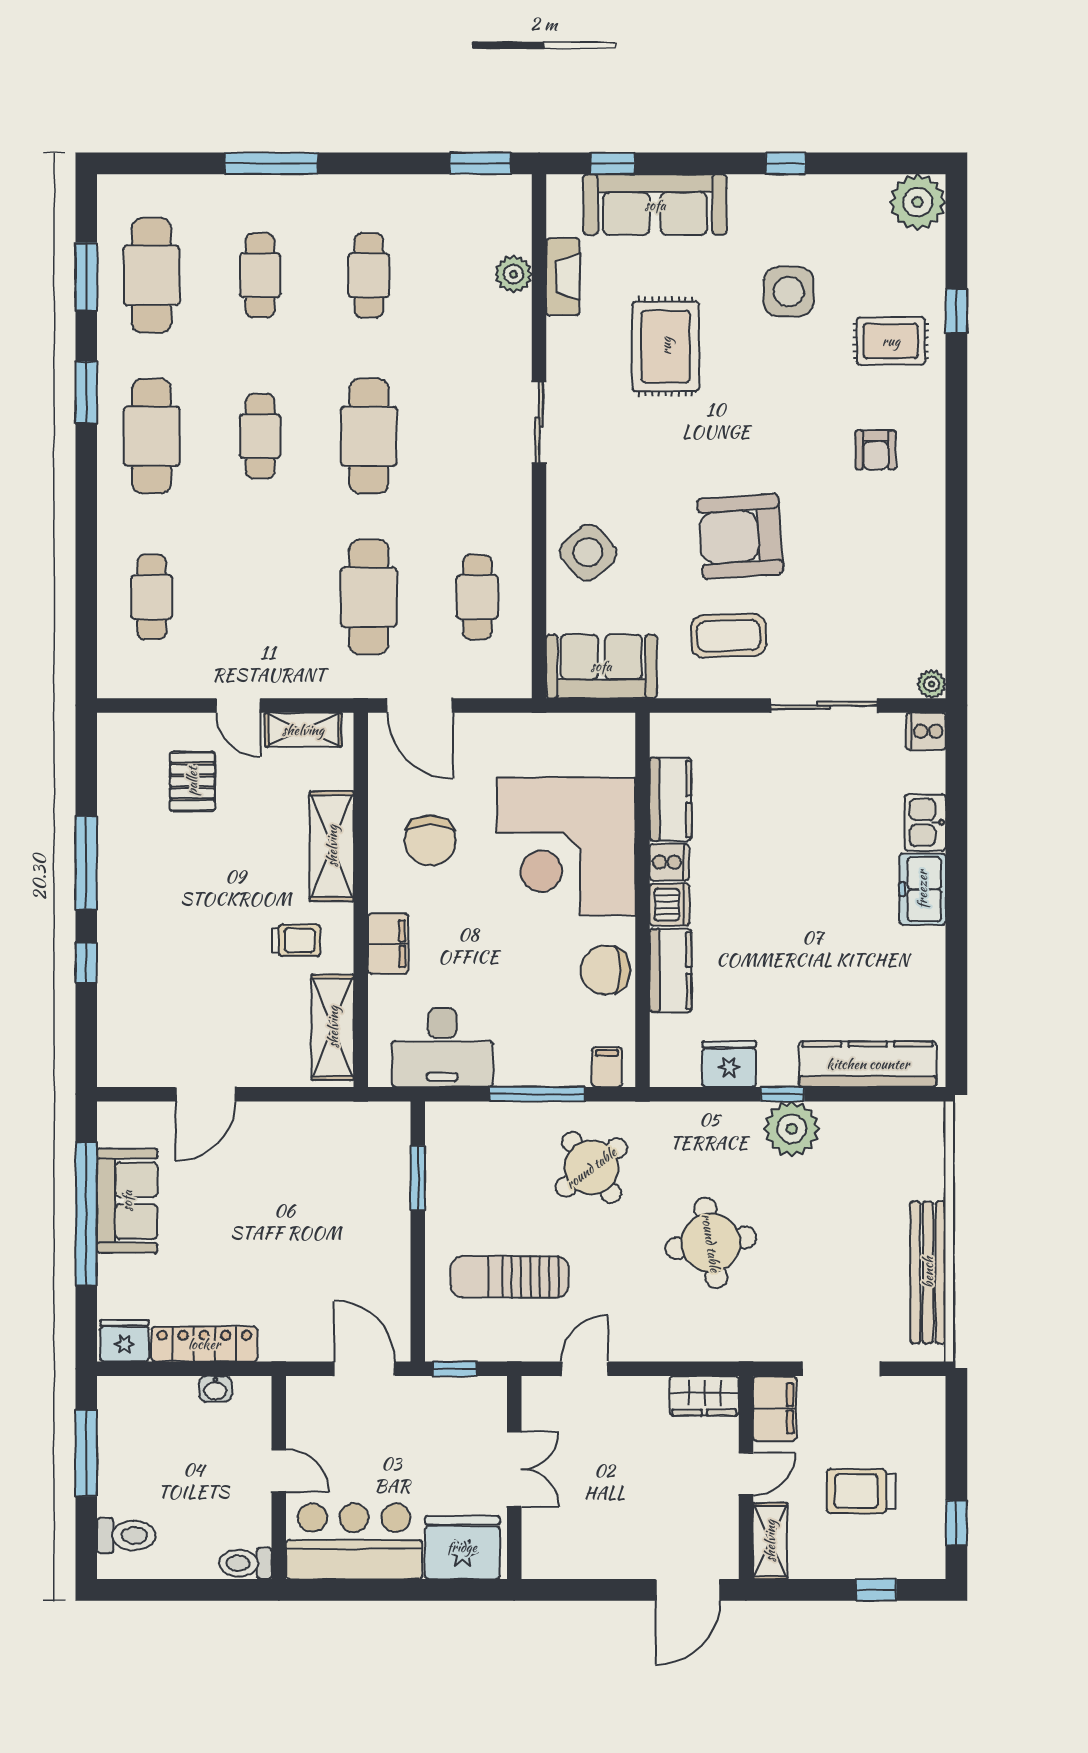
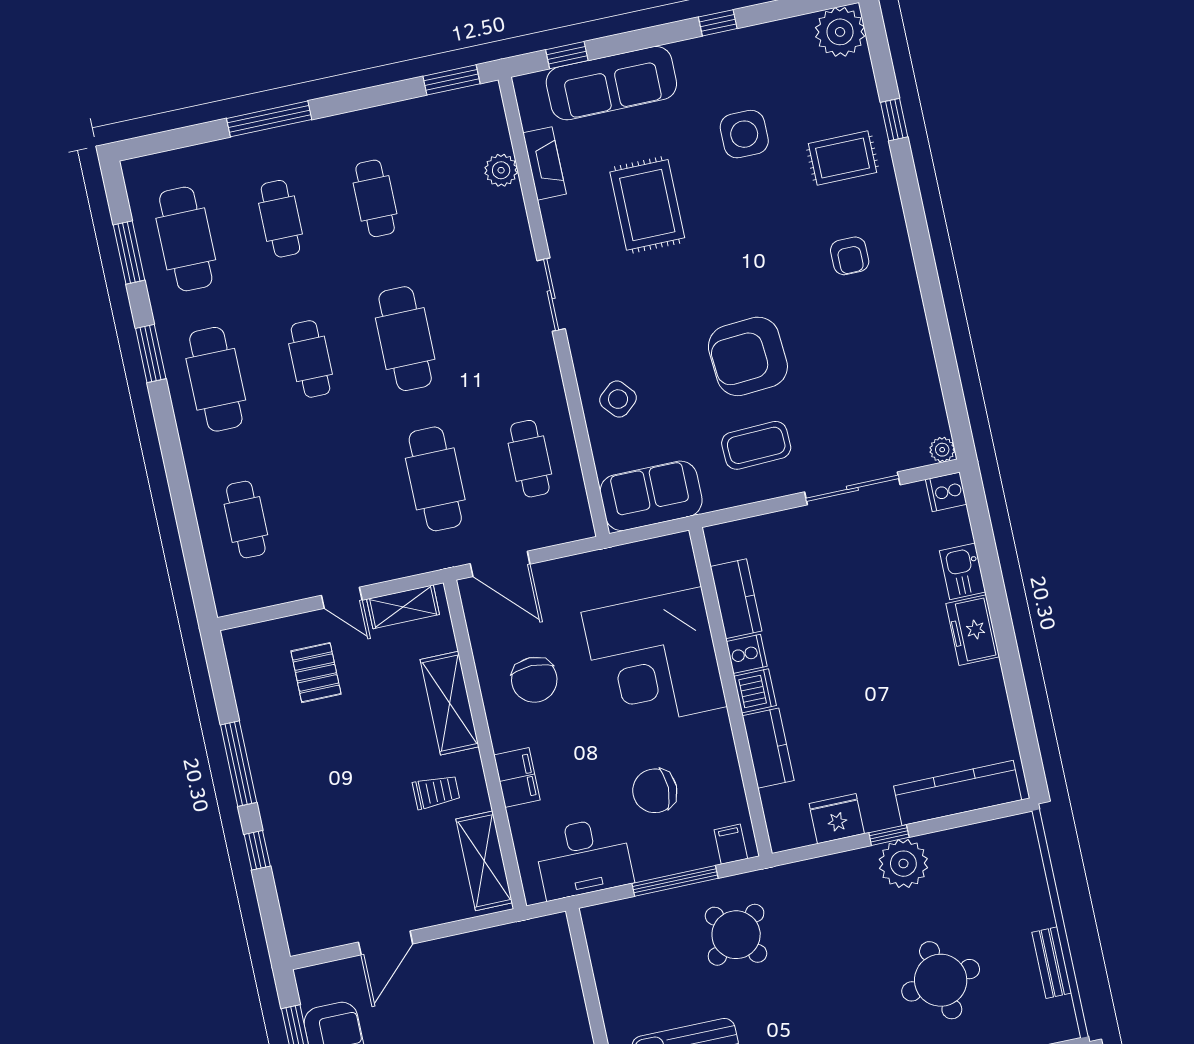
side table: (588, 552) -> (618, 399), width x0.73, depth x0.73
chair: (605, 970) -> (655, 791), moved
window: (418, 1178) -> (587, 976), removed
round table: (711, 1243) -> (941, 980), moved
bench: (928, 1272) -> (1052, 963), width x0.54, depth x0.82

